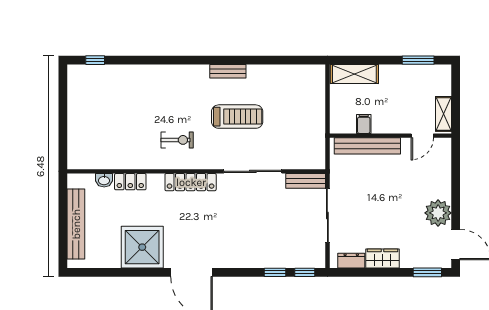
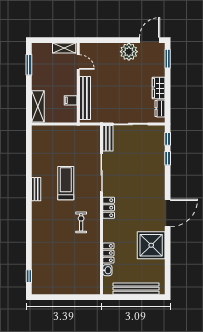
locker: (191, 182) -> (109, 208), width x0.66

